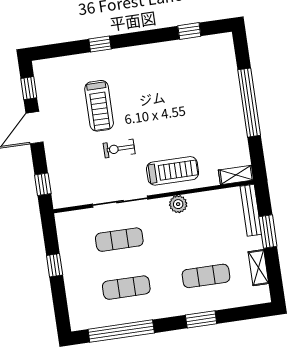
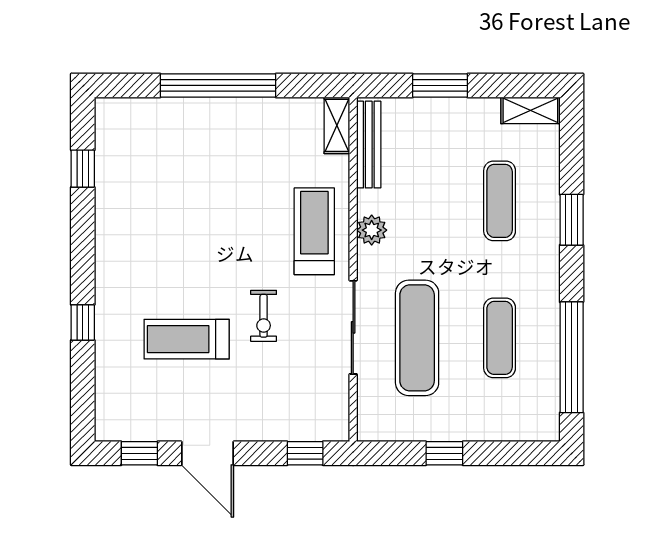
treadmill: (99, 106) -> (187, 339), turned 180
bench: (251, 210) -> (369, 145), moved, turned 90
exercise mat: (119, 240) -> (417, 338), width x1.36, depth x1.45
shelving: (258, 268) -> (530, 110), moved

